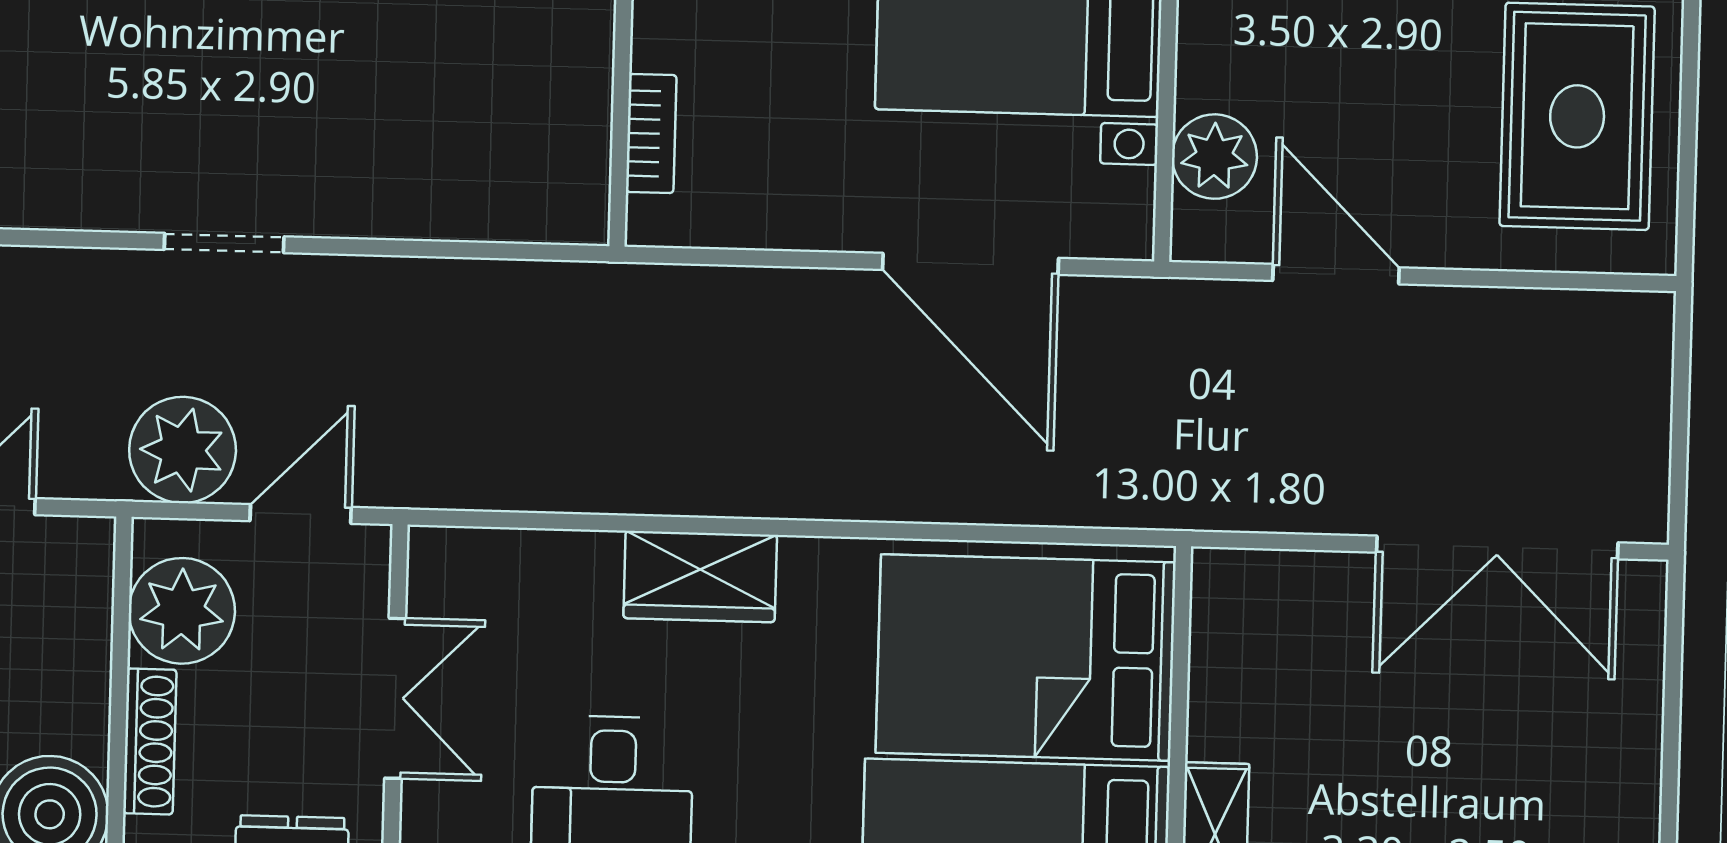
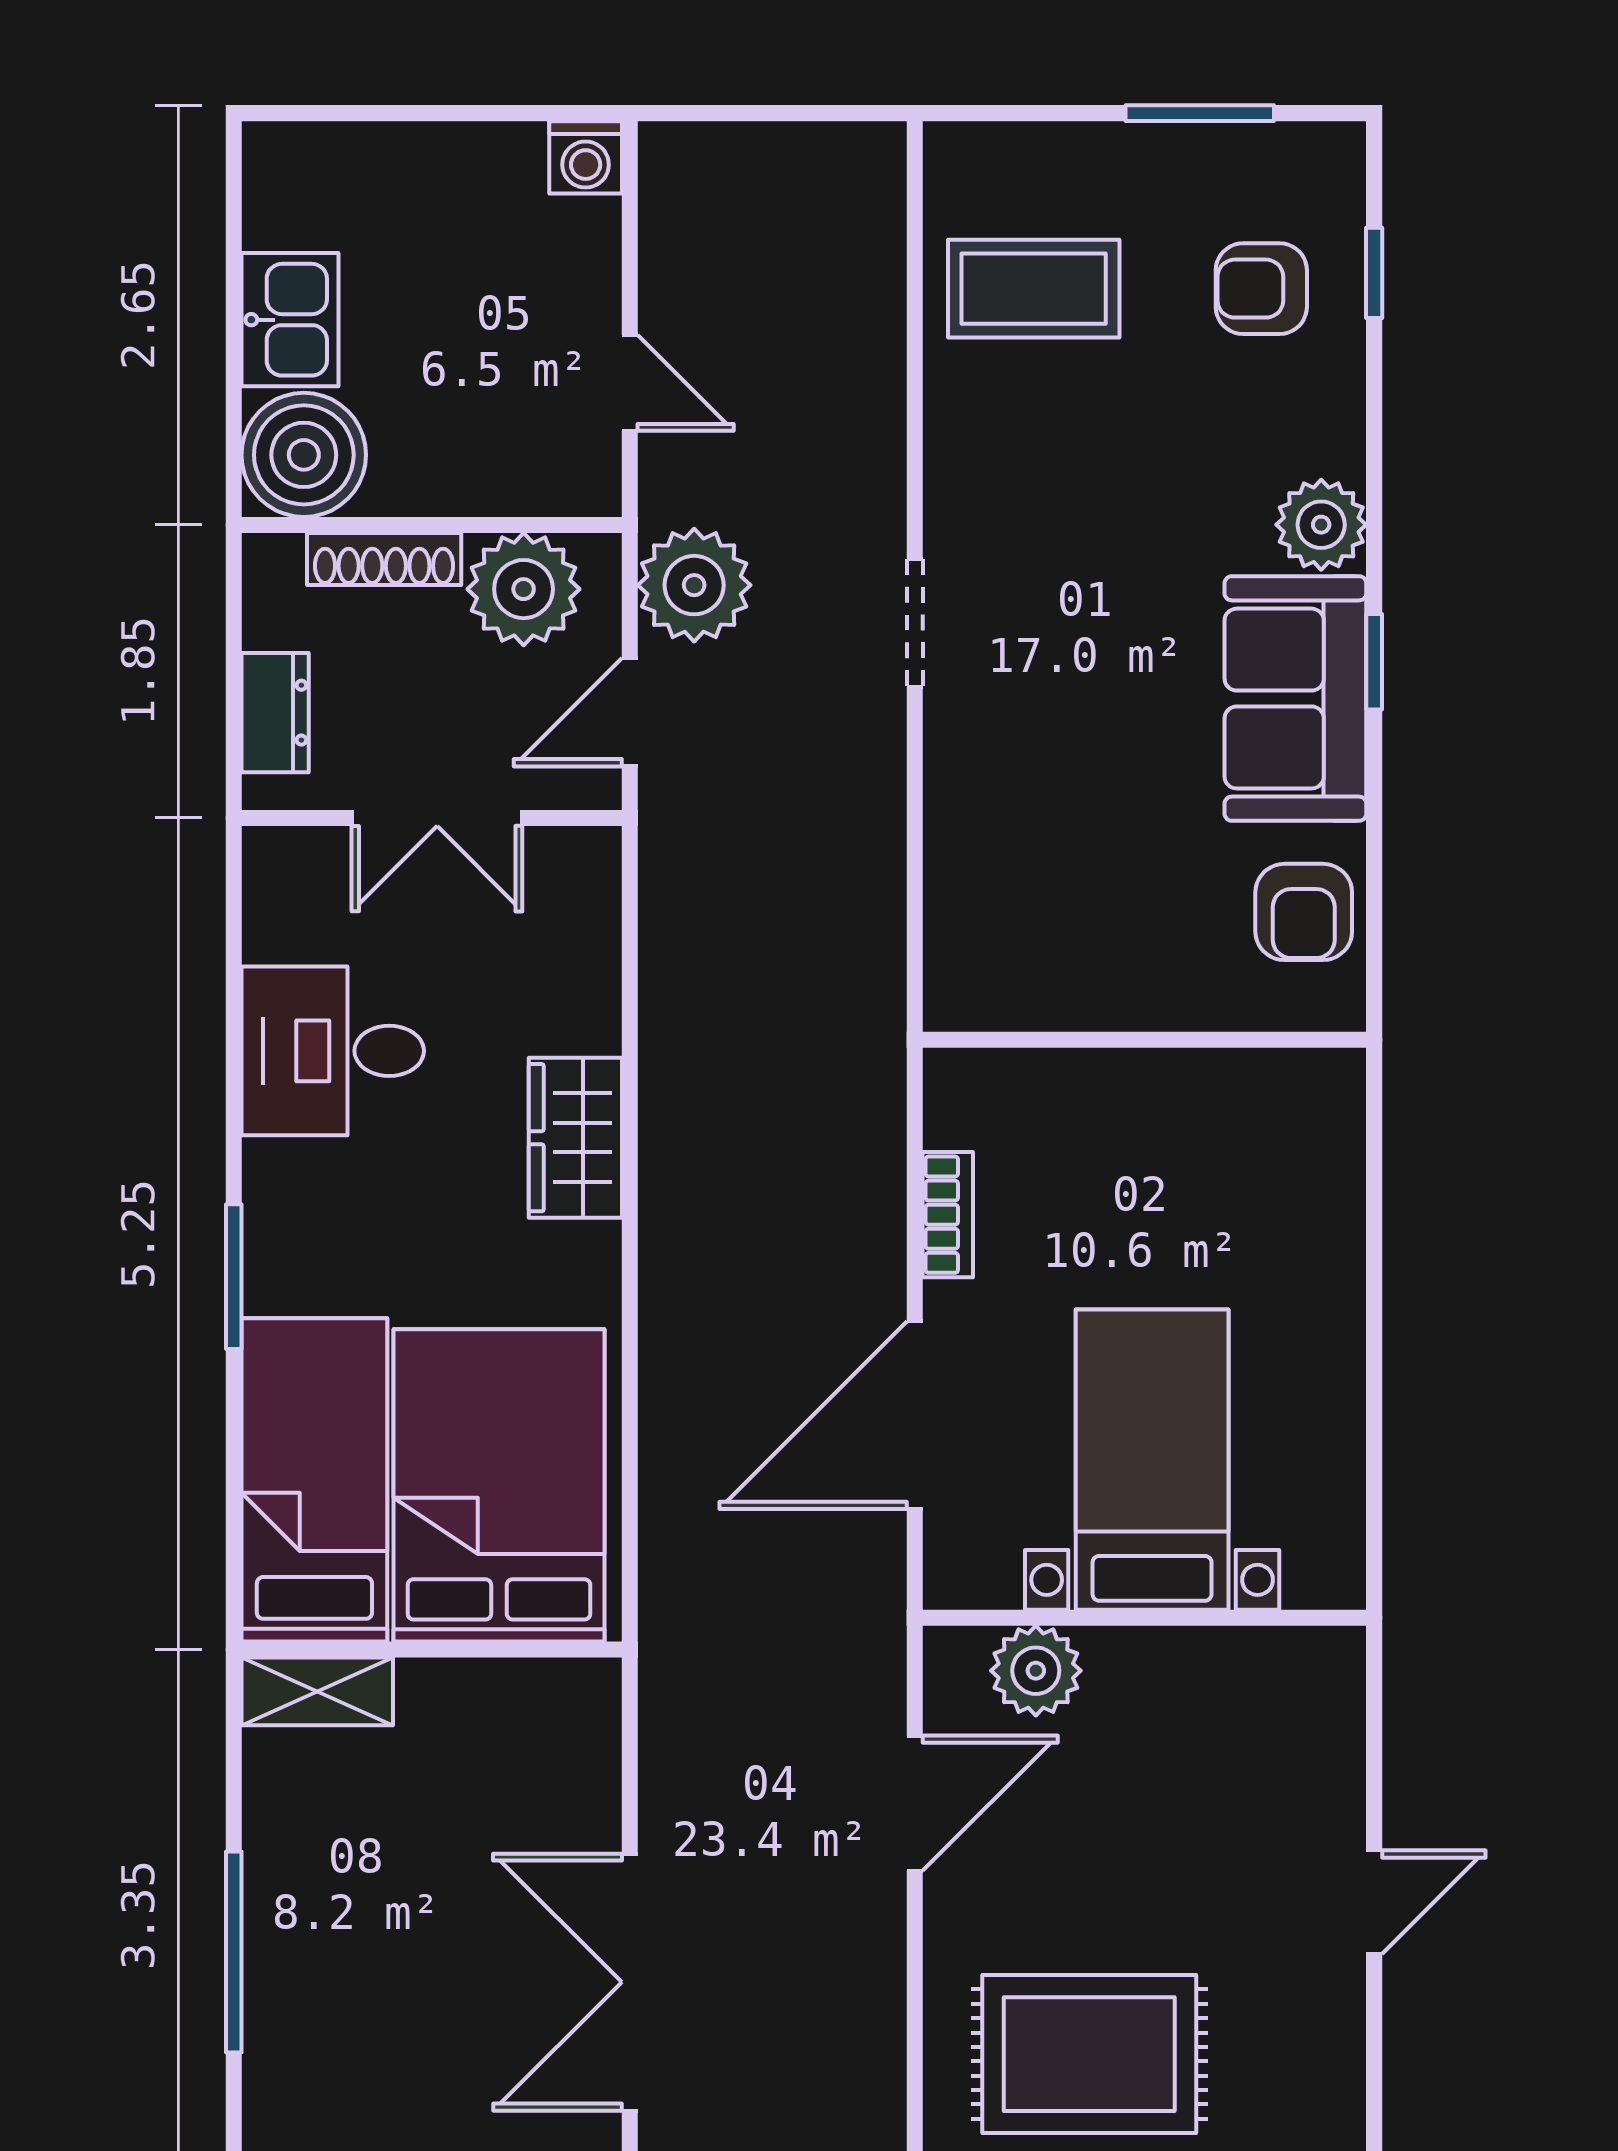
bookcase: (651, 133) -> (948, 1215), moved, turned -90
door: (301, 514) -> (630, 712), swing flipped

